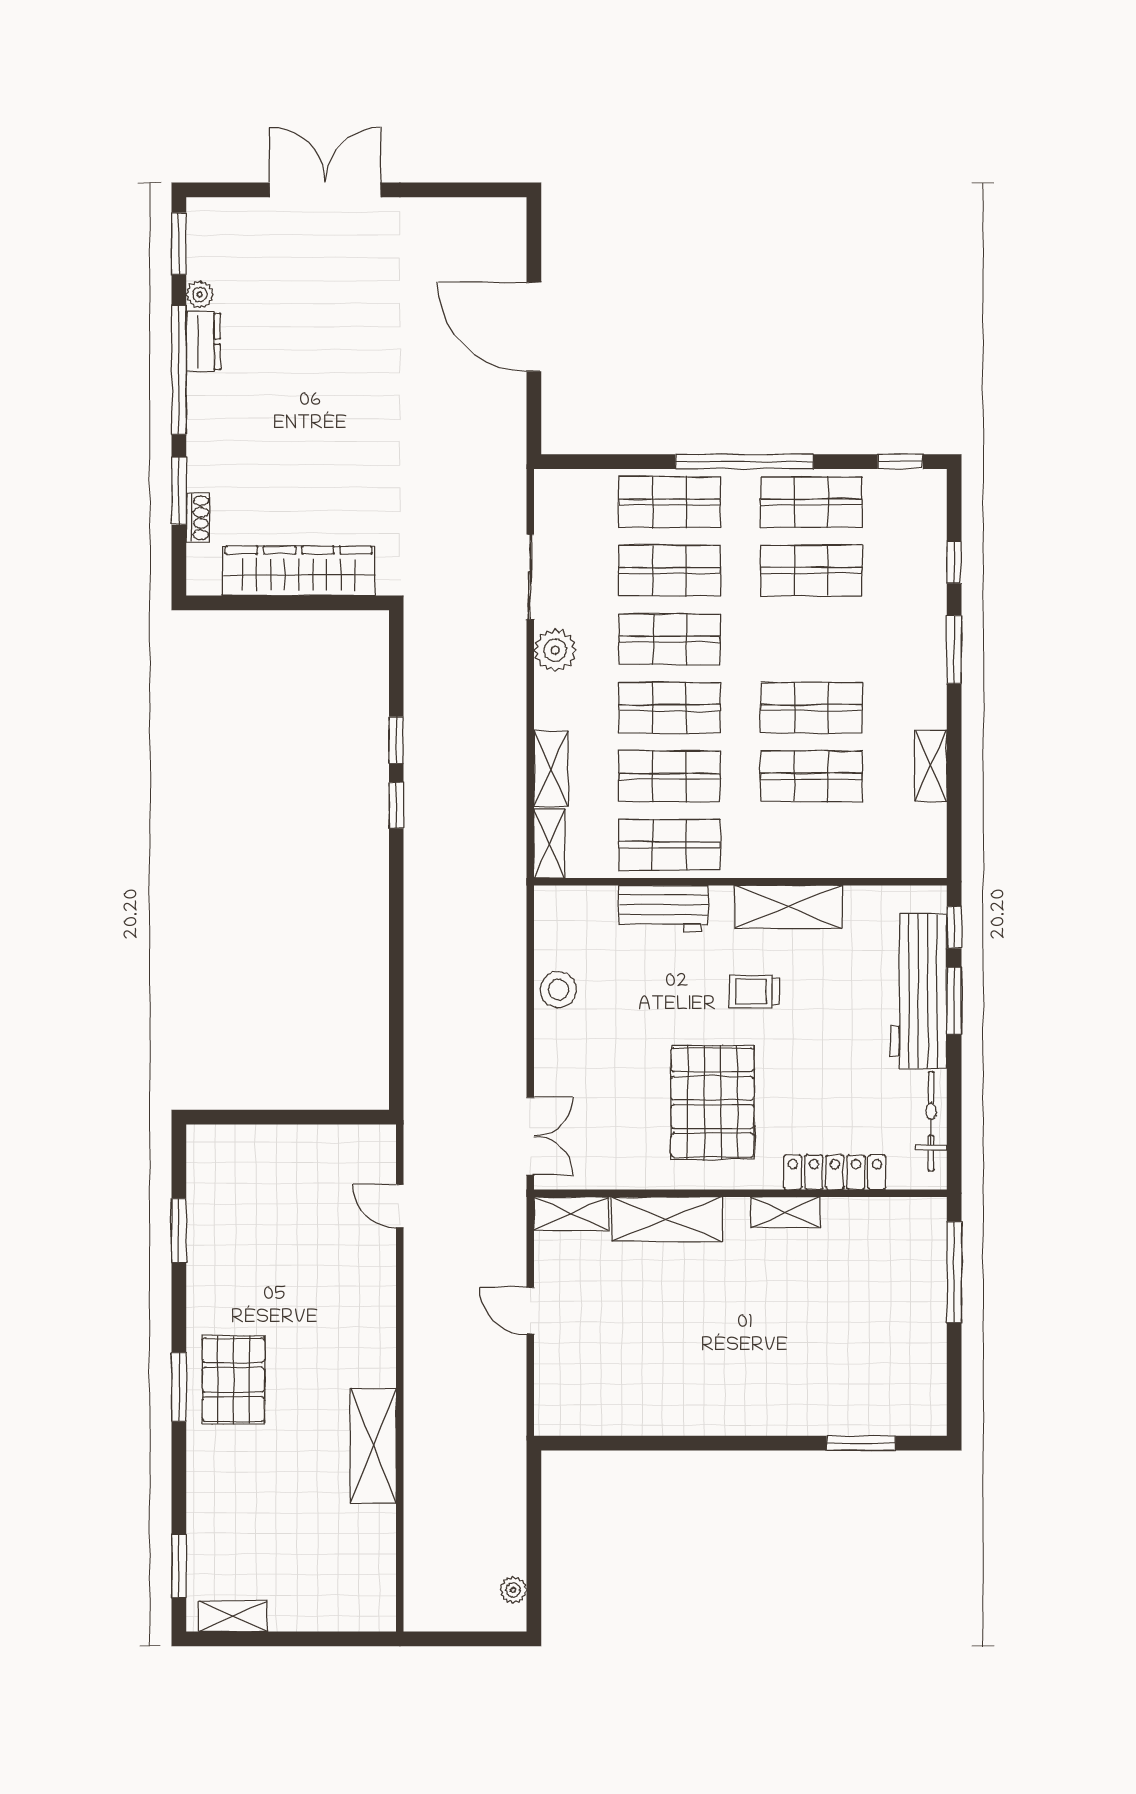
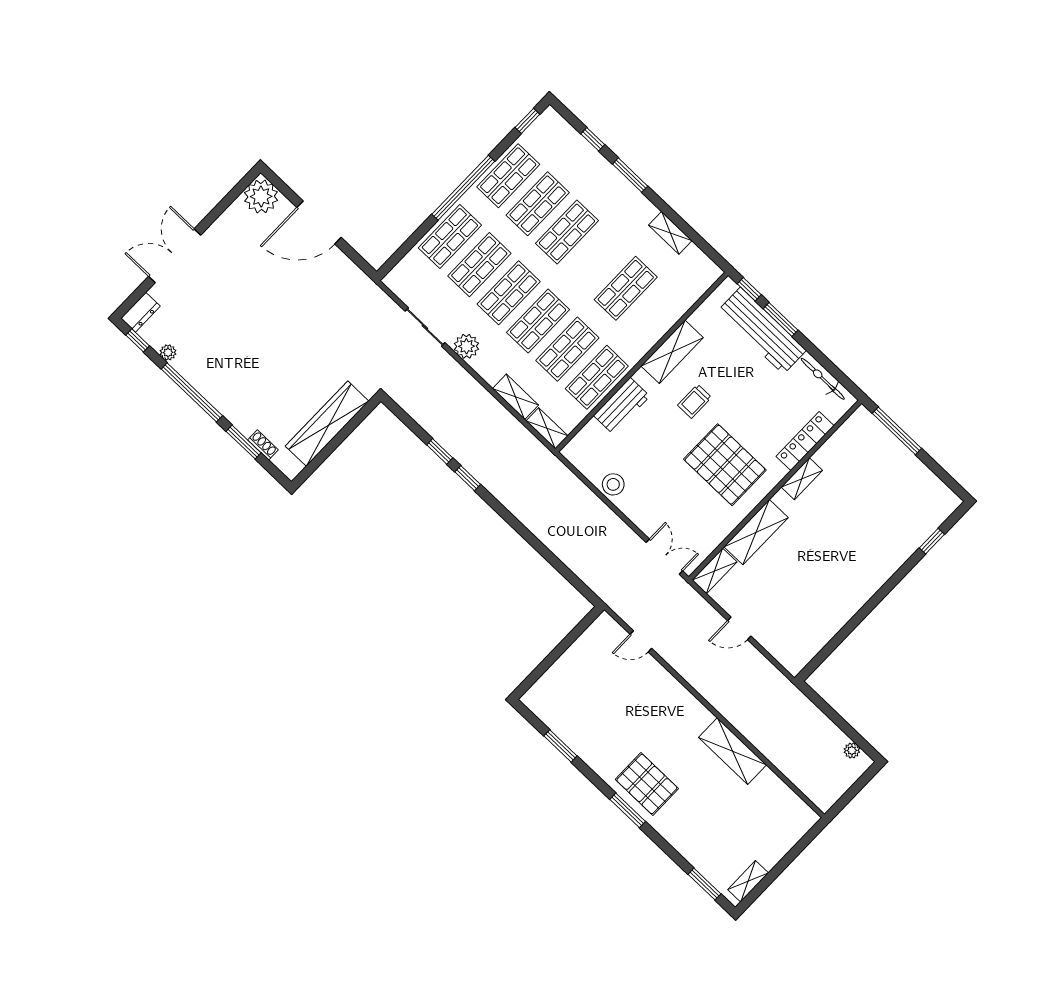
plant: (498, 226) -> (261, 196), added
window: (179, 244) -> (138, 340), width x0.67
dresser: (203, 341) -> (140, 312), moved, turned 90
shop shelf: (811, 708) -> (567, 232), moved
window: (861, 1443) -> (932, 541), width x0.67

